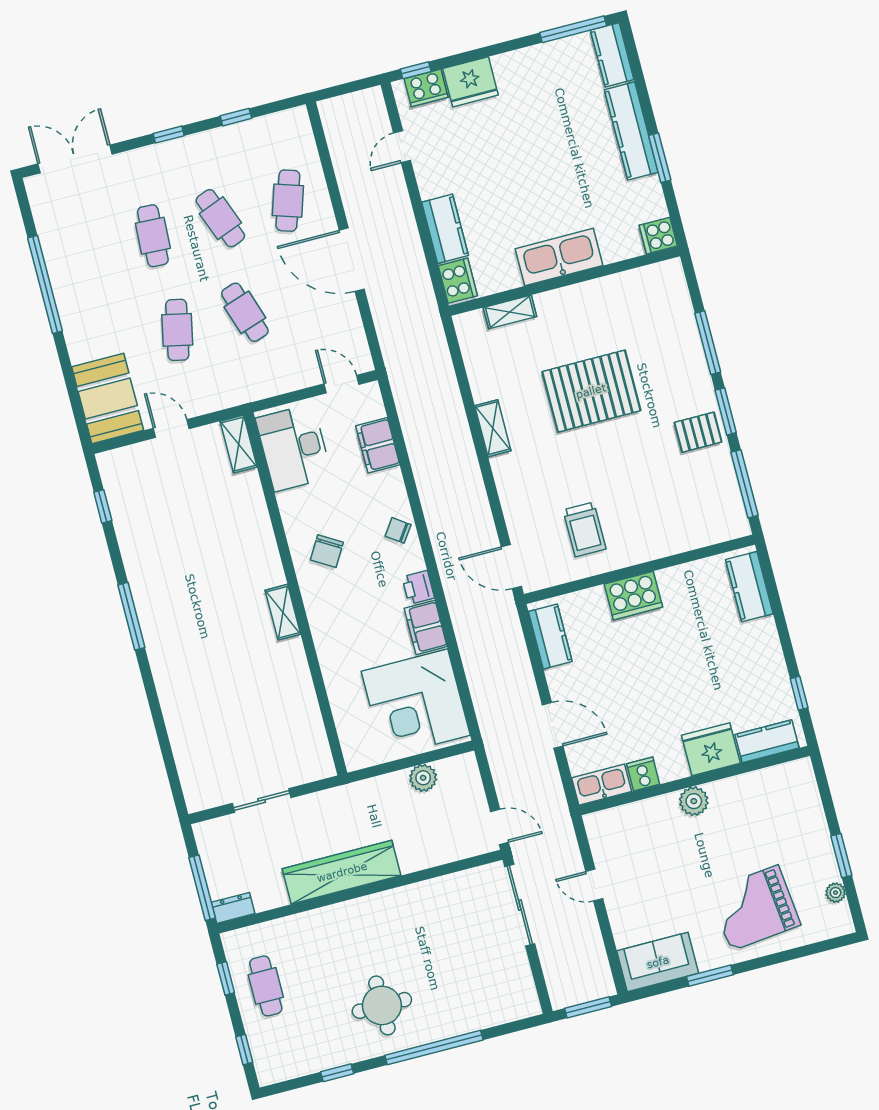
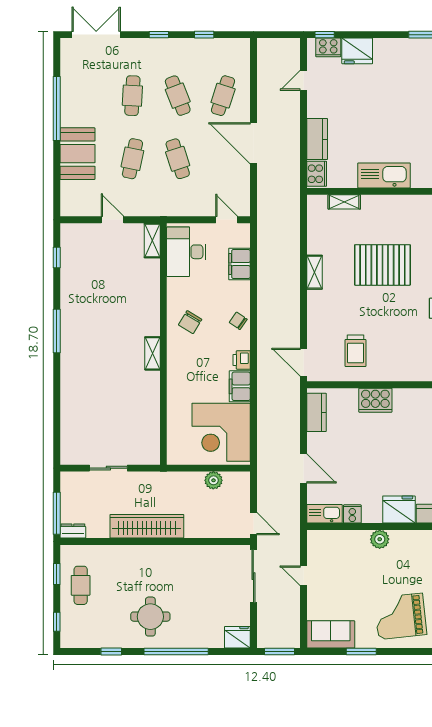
booth: (108, 398) -> (77, 154), moved
fridge: (520, 1002) -> (237, 637), added

